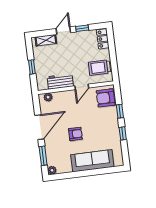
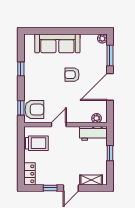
workbench: (60, 81) -> (93, 133), moved
window: (120, 111) -> (21, 108), moved

